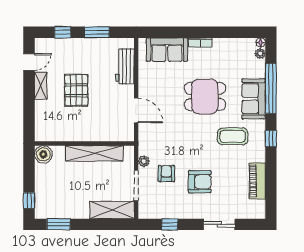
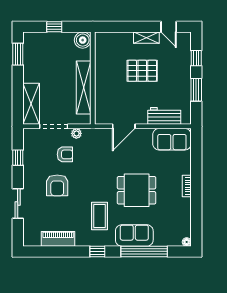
sofa: (167, 50) -> (172, 139), moved, turned -90
plant: (260, 53) -> (176, 242), removed
dining table: (205, 96) -> (137, 190), turned 90
window: (29, 201) -> (54, 27), moved

